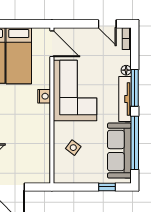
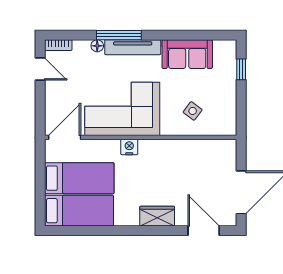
door: (107, 24) -> (40, 69), hinge flipped
window: (135, 143) -> (187, 35), removed
sofa: (119, 151) -> (187, 54), width x0.73

